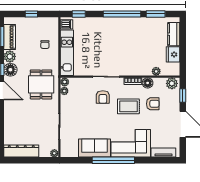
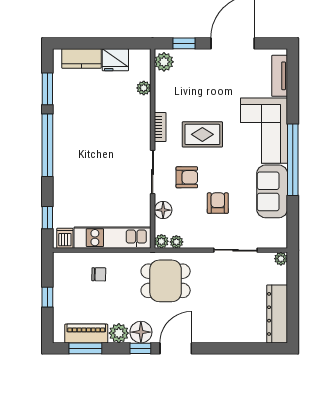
floor lamp: (148, 83) -> (163, 210), moved
armchair: (153, 104) -> (218, 203), moved
rug: (128, 106) -> (202, 134), turned 90

